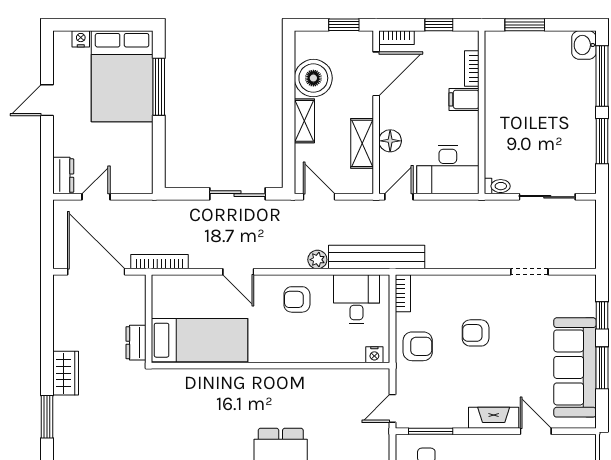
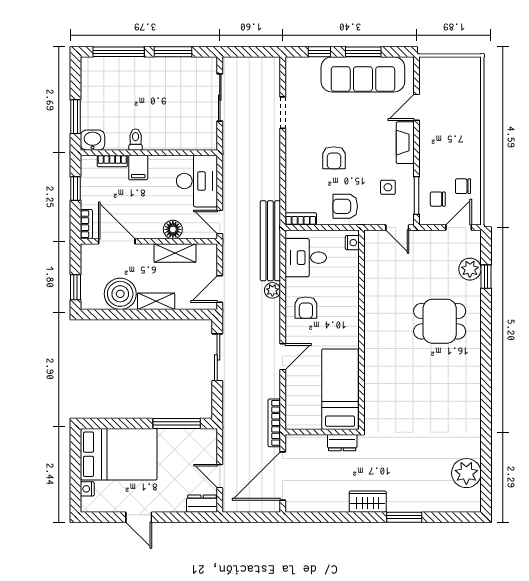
window: (344, 25) -> (76, 287), moved
washbasin: (584, 45) -> (93, 140), moved, turned 180
window: (159, 87) -> (177, 424), moved
toilet: (497, 186) -> (136, 140), moved
armchair: (418, 346) -> (345, 206), turned -90
side table: (440, 397) -> (388, 187), added

